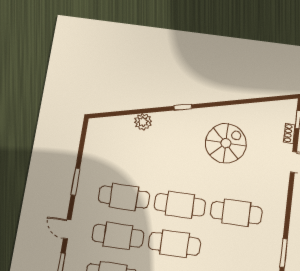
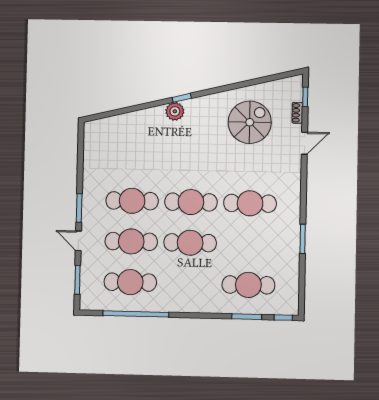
plant: (143, 122) -> (175, 111), moved
spiral stairs: (226, 143) -> (250, 122), moved
window: (75, 182) -> (79, 208), moved

